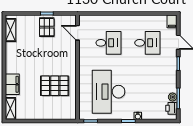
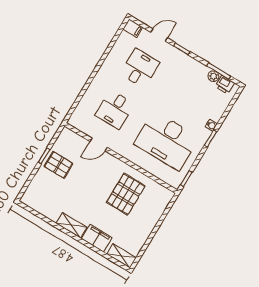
shelving: (10, 30) -> (72, 225), moved
door: (78, 33) -> (99, 144), moved
desk: (108, 43) -> (115, 109), turned 180

